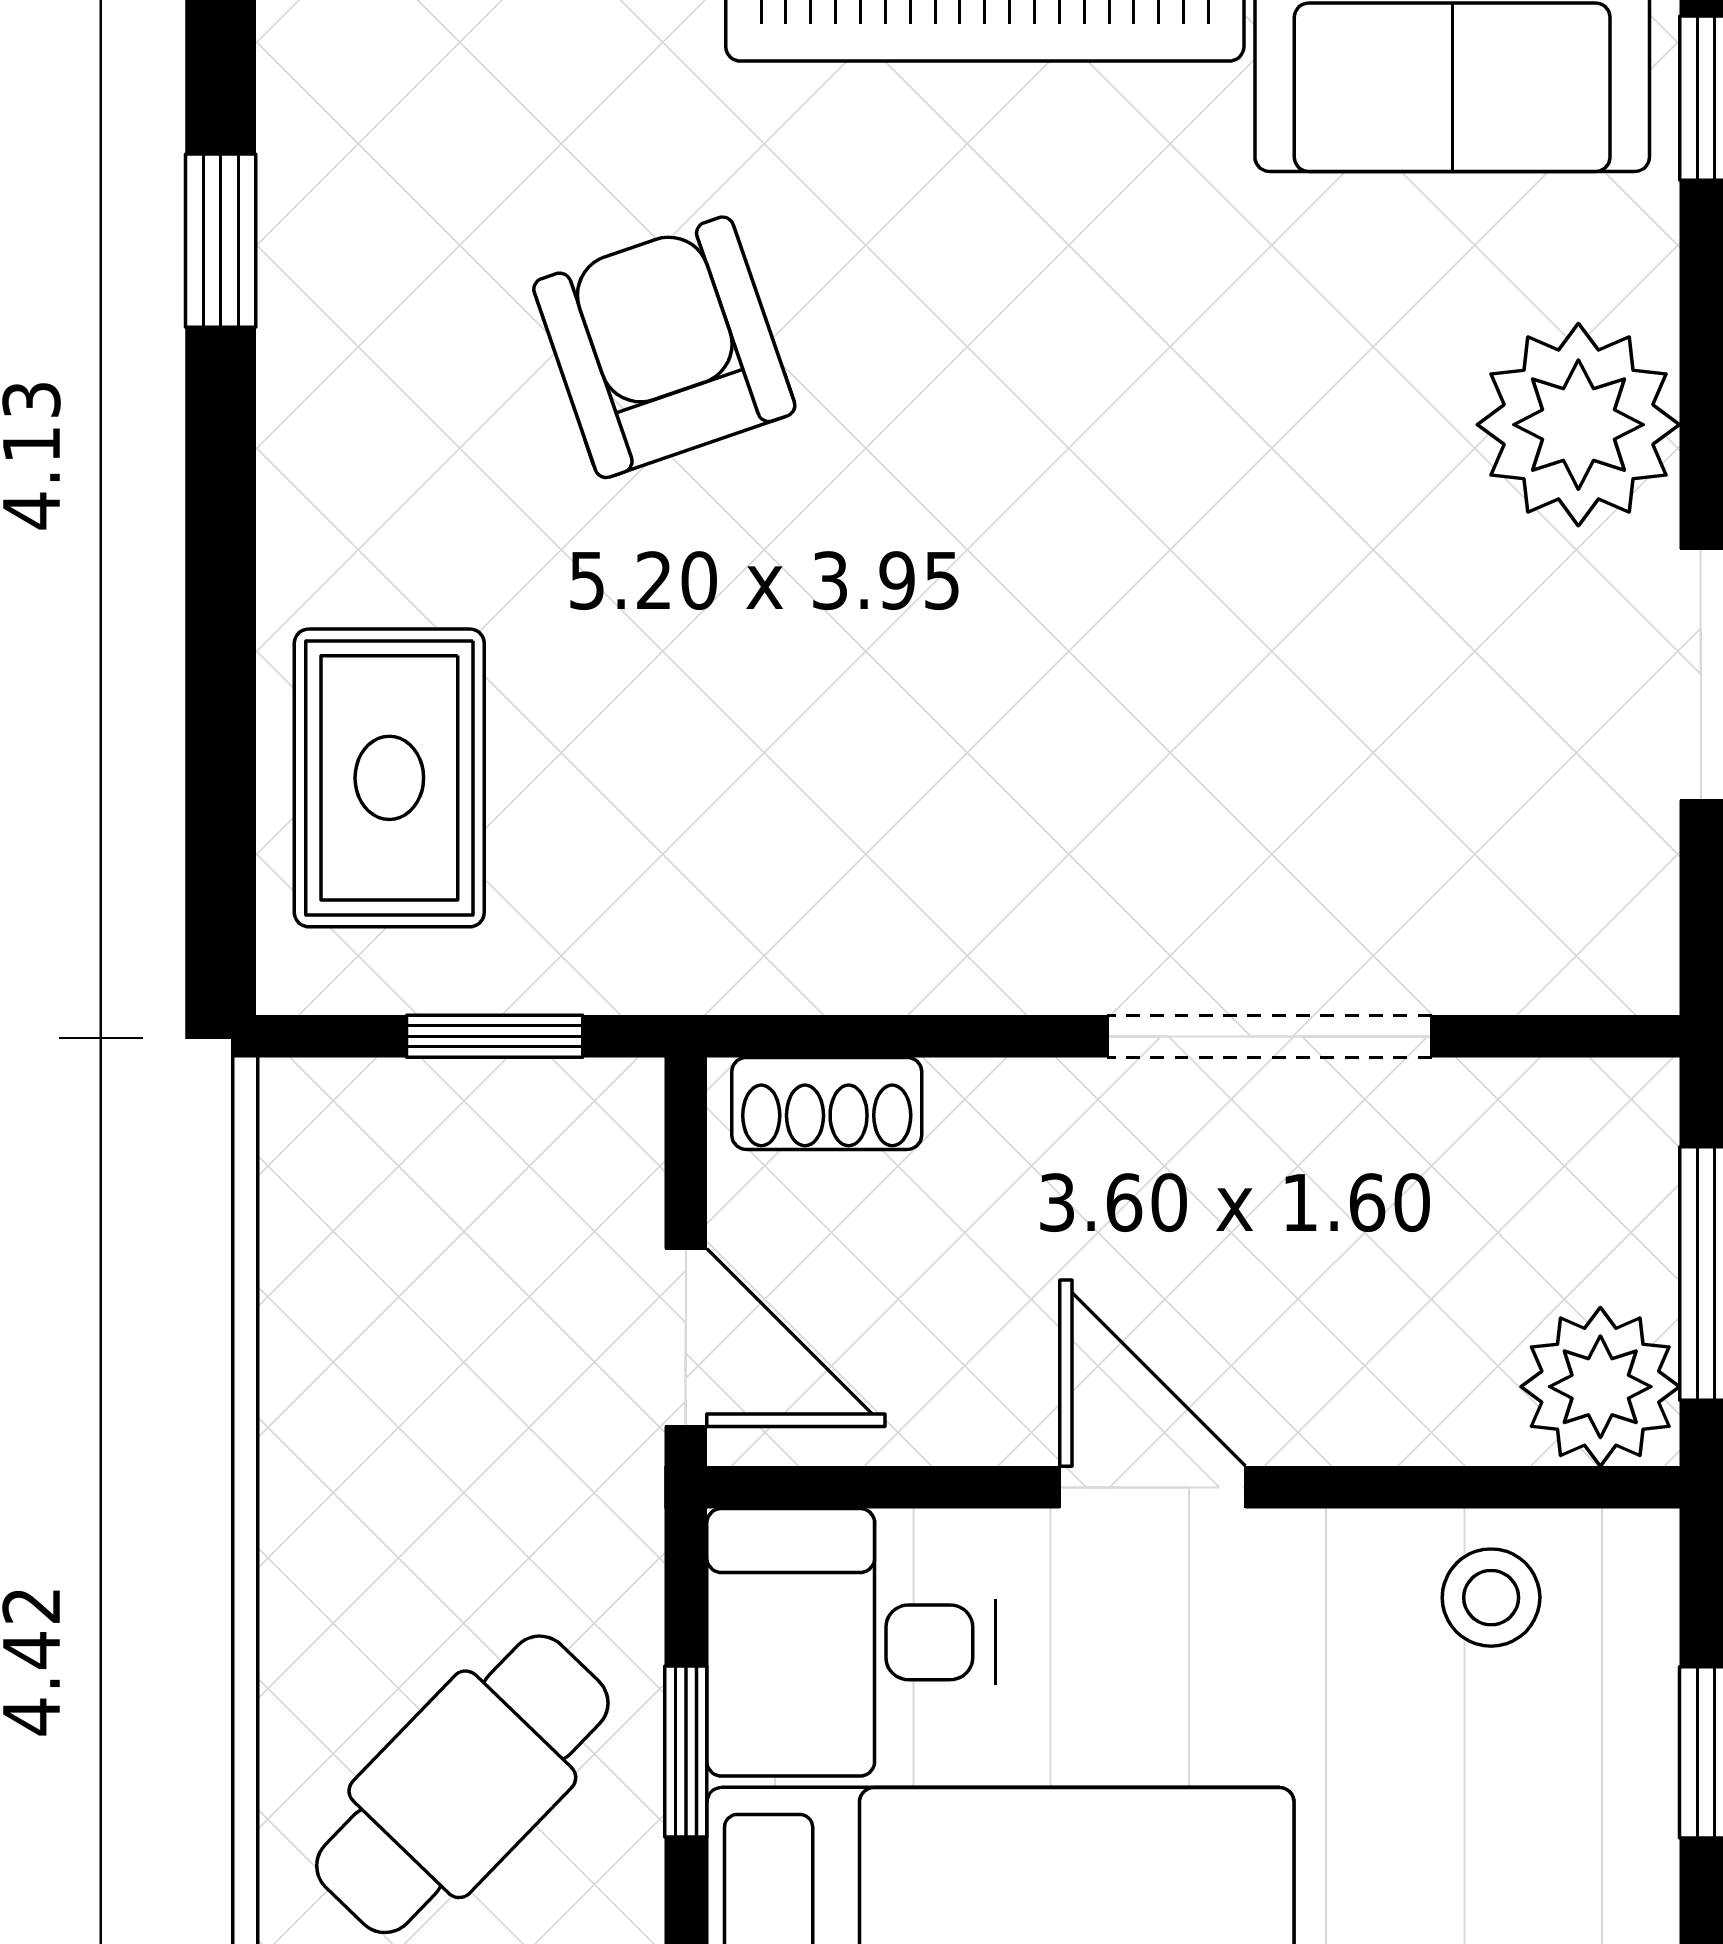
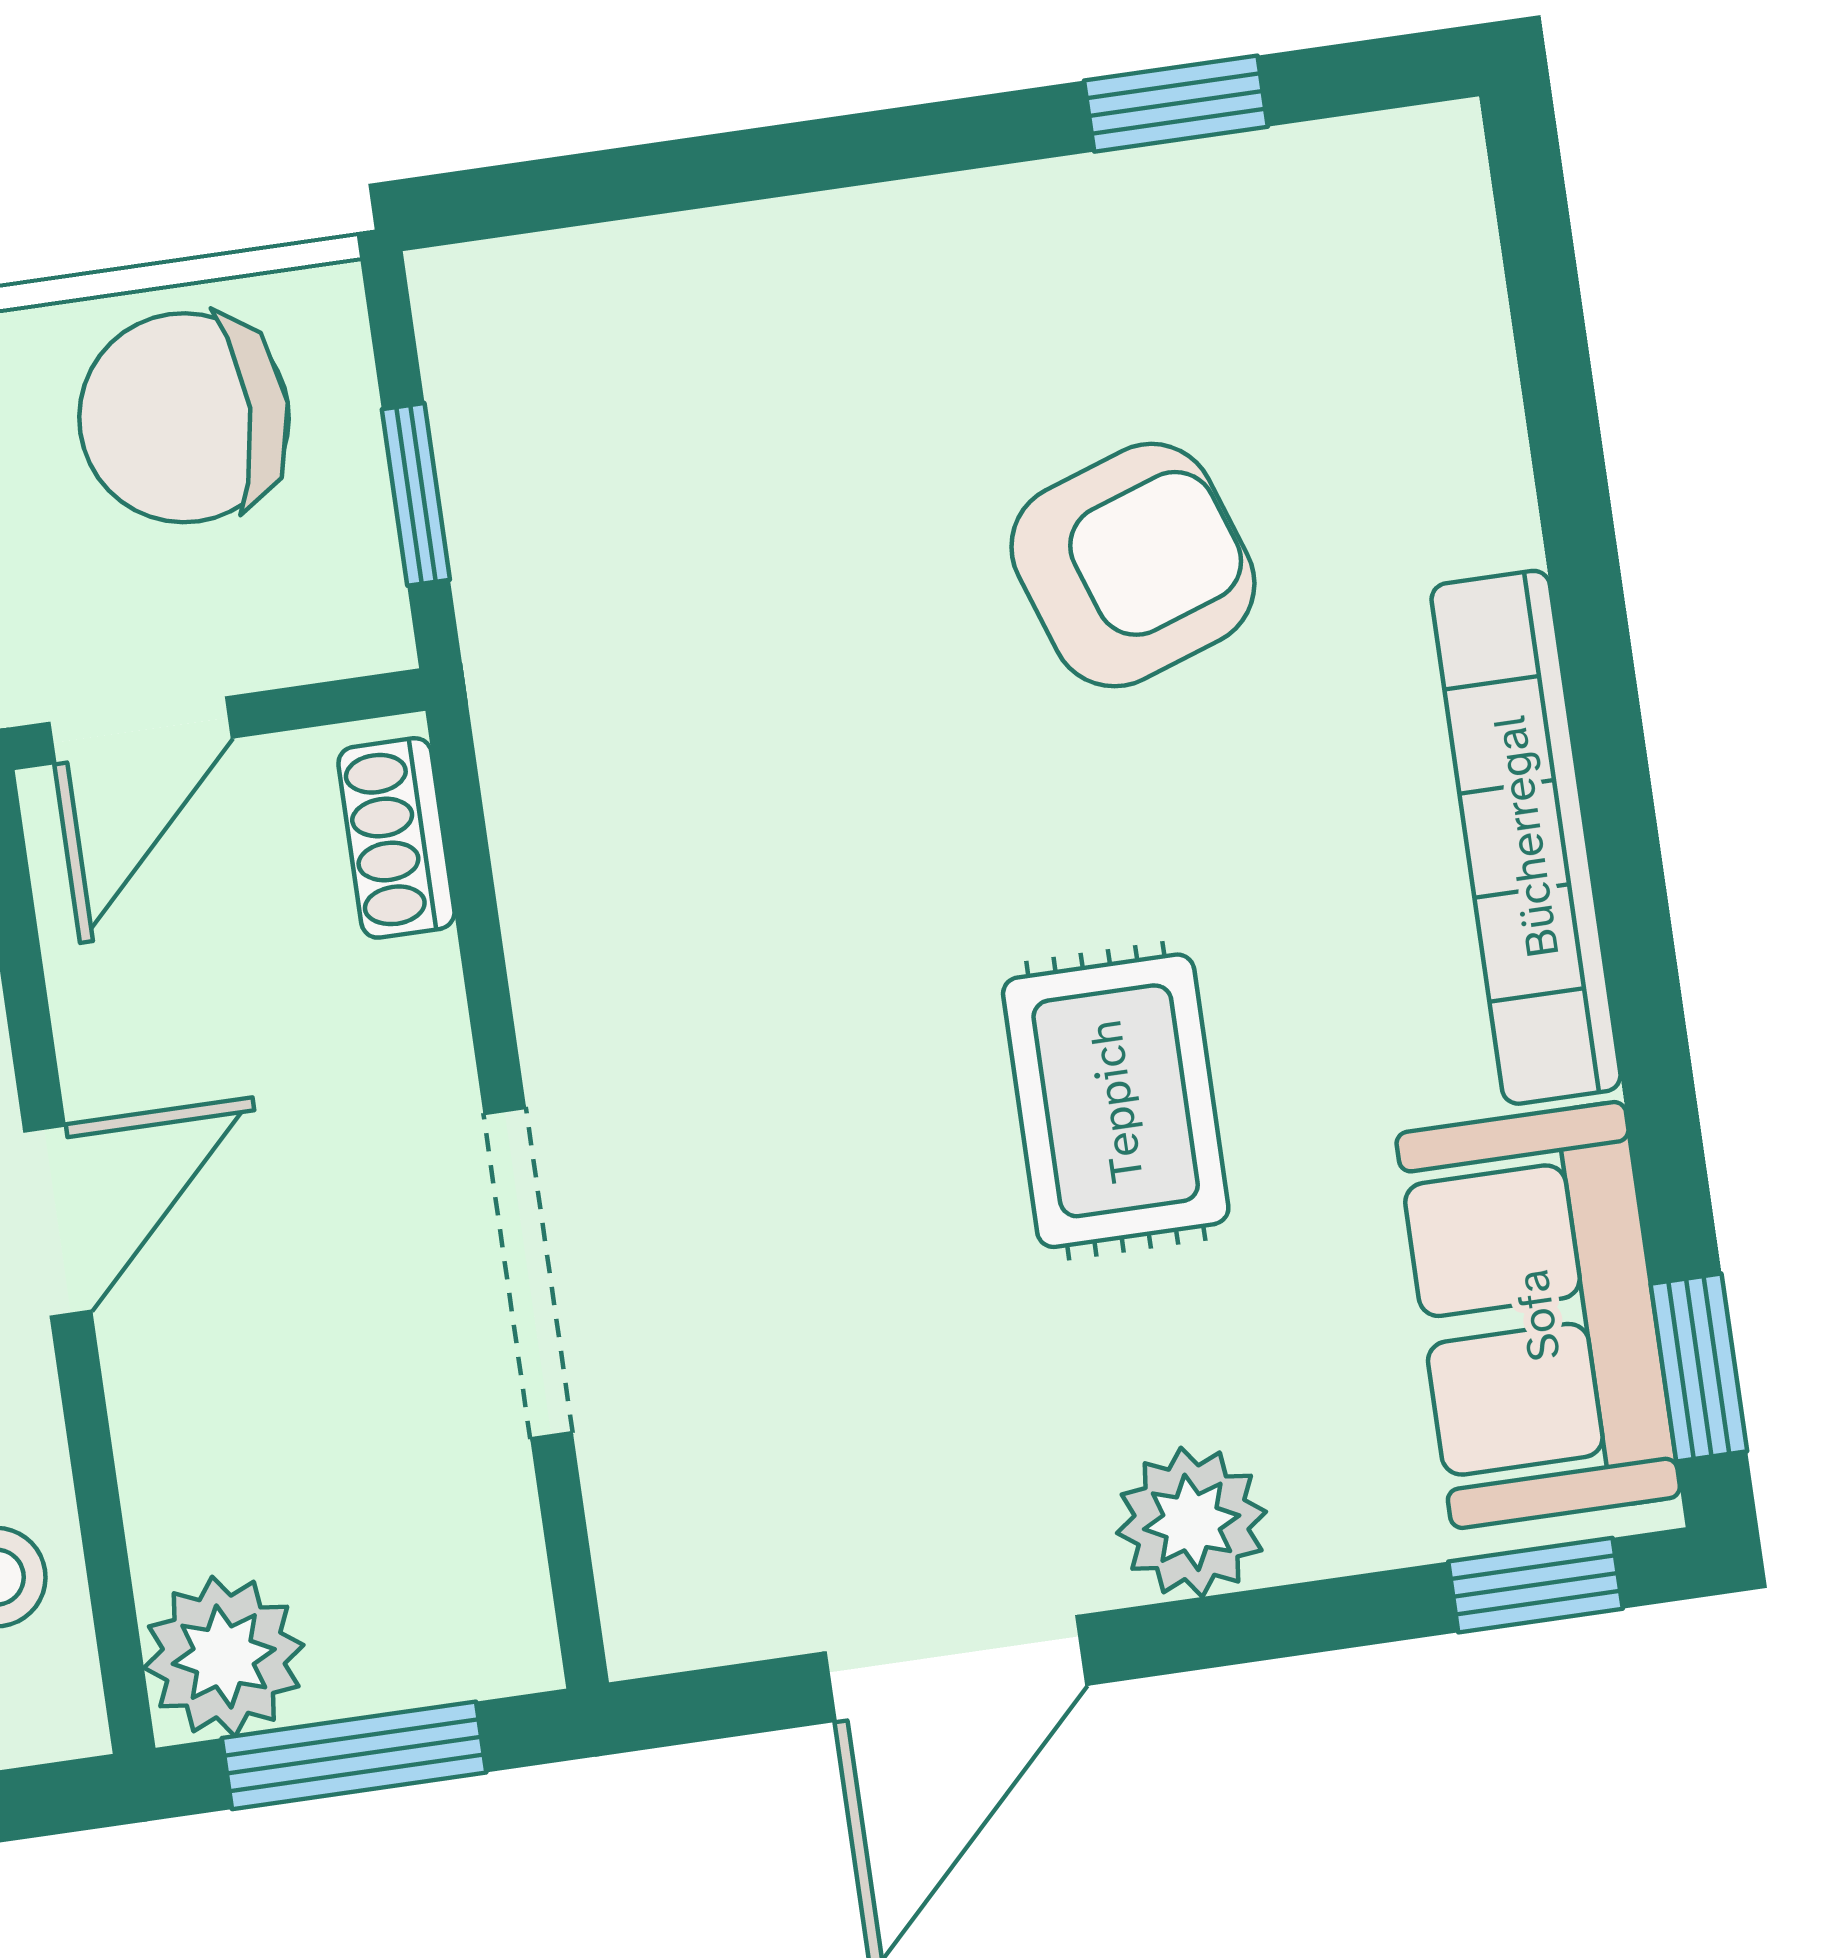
plant: (1578, 425) -> (1192, 1522), width x0.73, depth x0.73
rug: (389, 778) -> (1116, 1101), moved, turned 90
chair: (387, 1251) -> (184, 418), added

